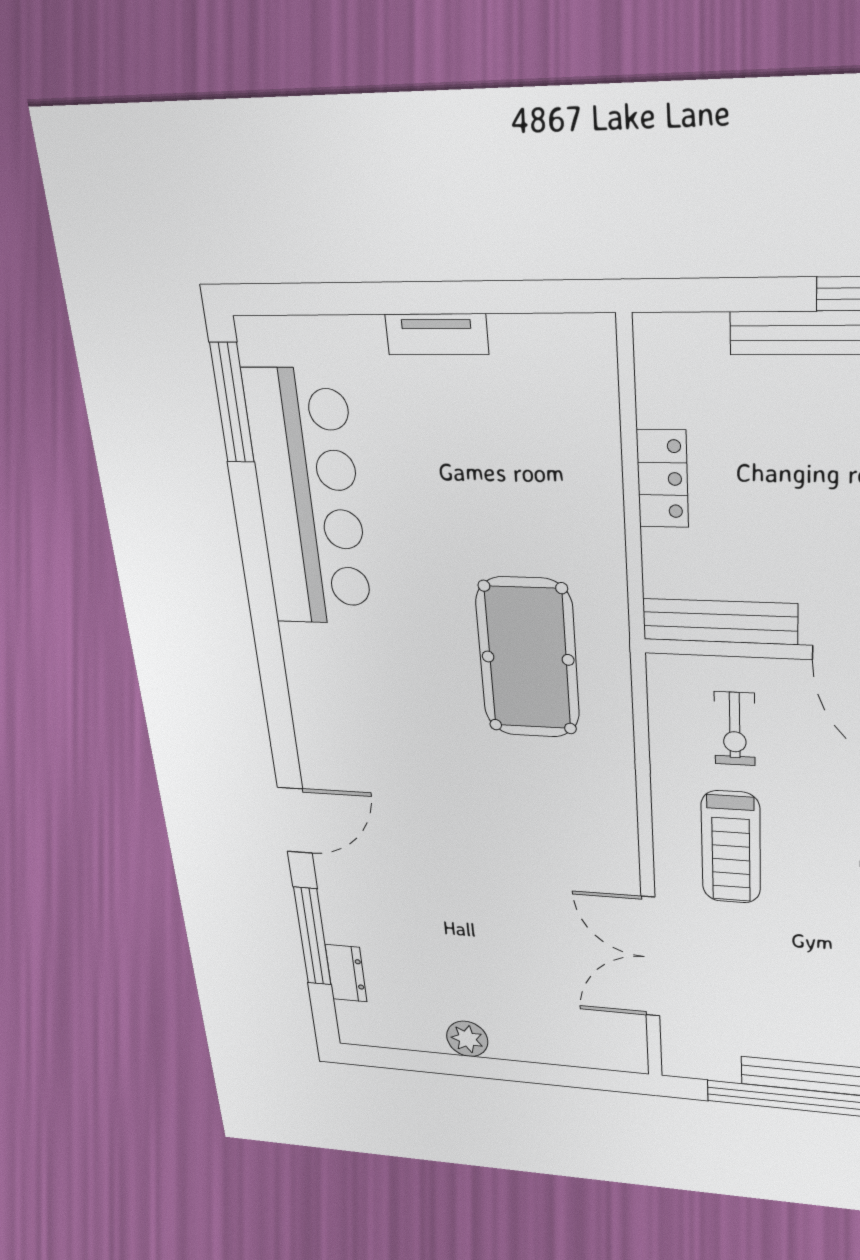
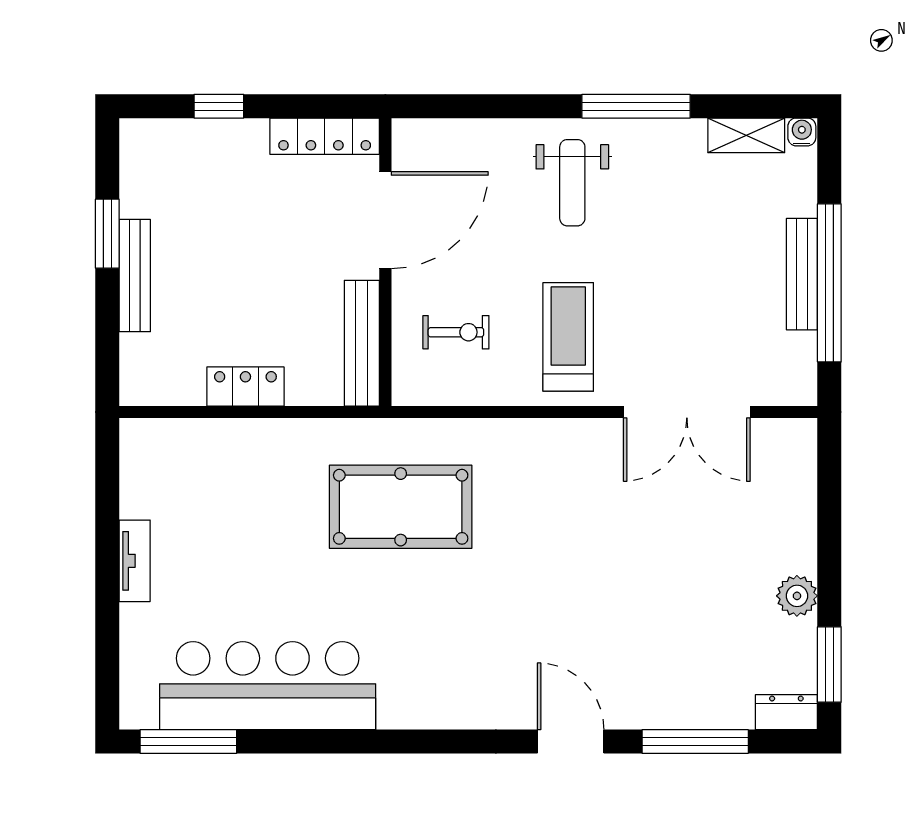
treadmill: (731, 847) -> (568, 337), turned -90
dresser: (346, 973) -> (786, 712), moved
window: (403, 1060) -> (829, 664), added

